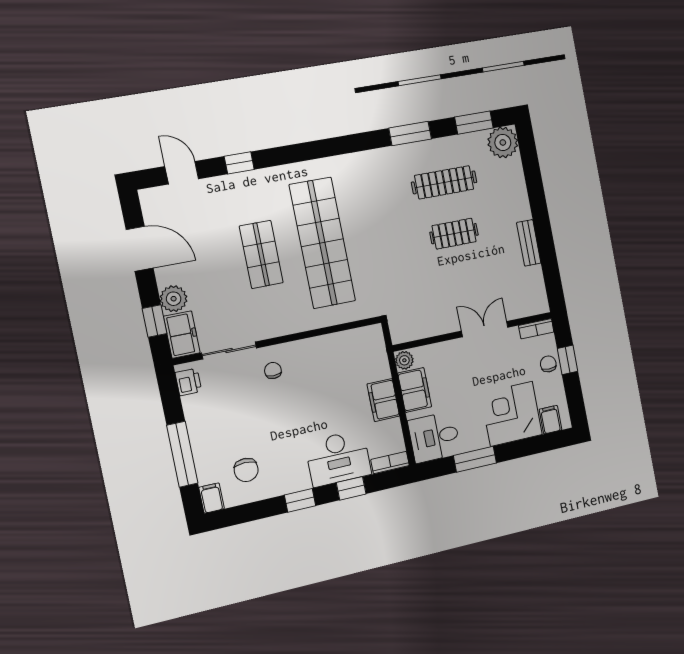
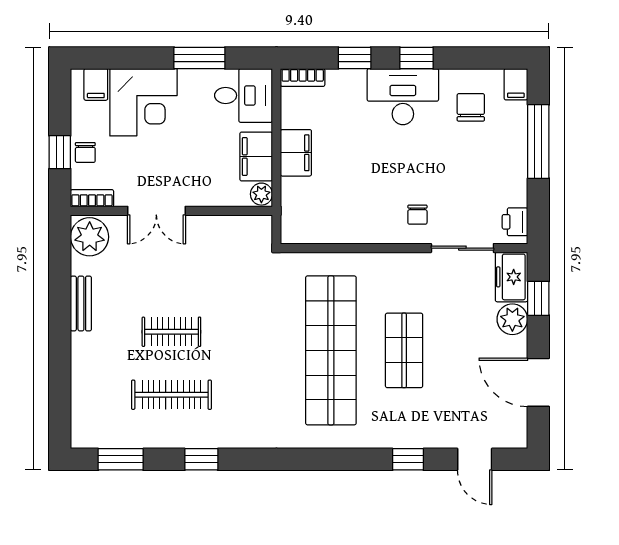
window: (410, 133) -> (201, 459), width x0.67
plant: (503, 142) -> (90, 237), moved
desk: (338, 458) -> (403, 97), moved

